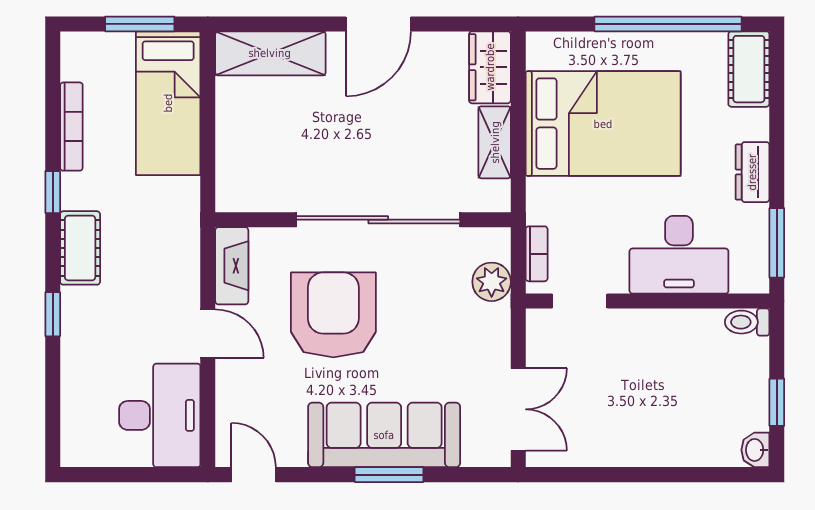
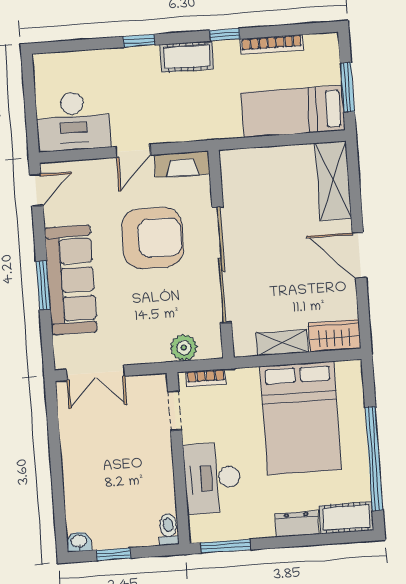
dresser: (752, 172) -> (297, 524), moved

